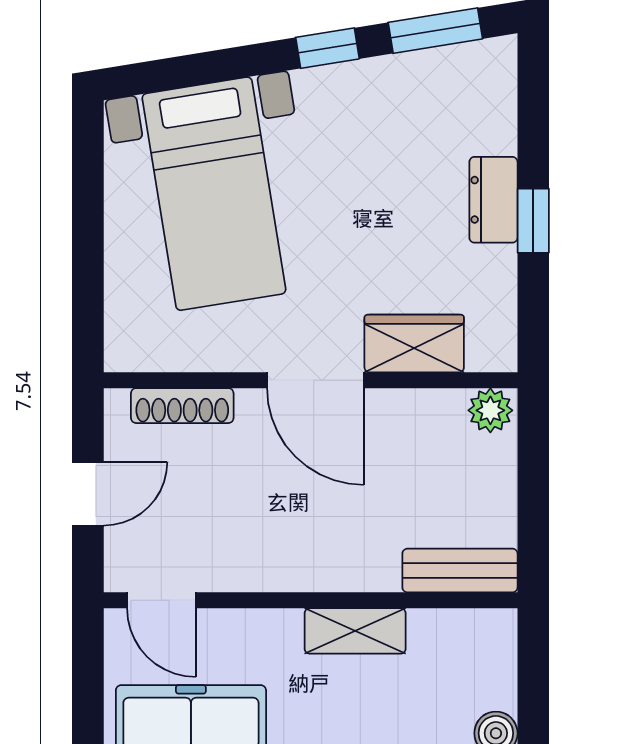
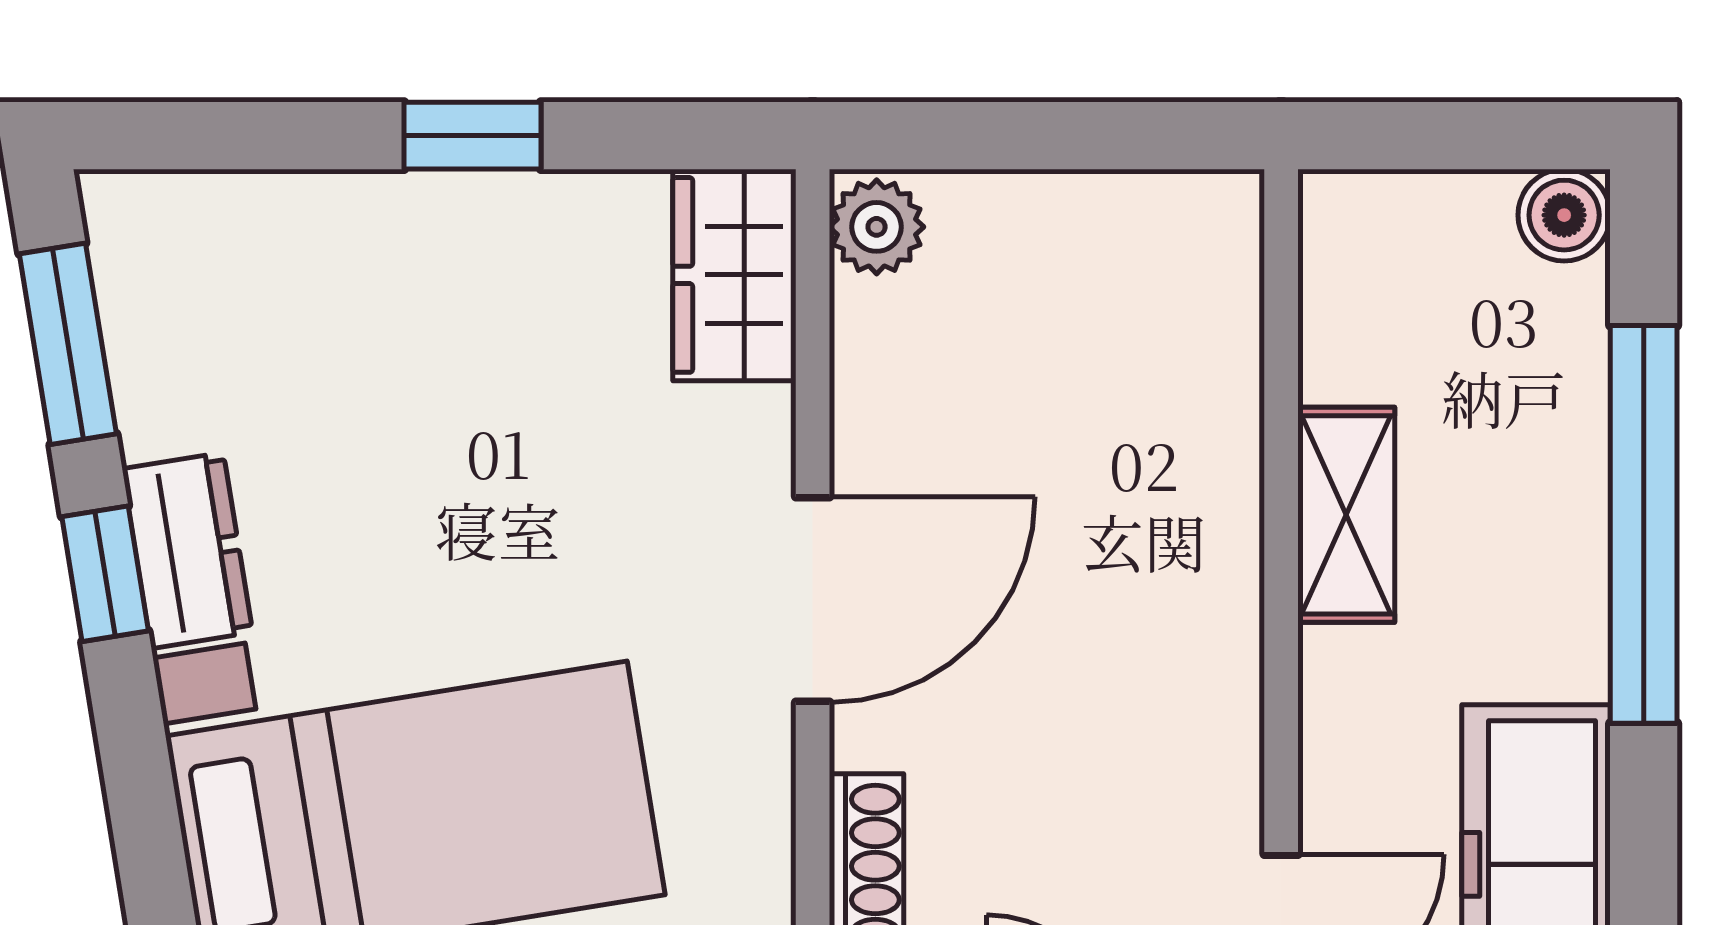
dresser: (493, 200) -> (187, 551), moved, turned -99
wardrobe: (414, 344) -> (734, 275), moved
bench: (460, 571) -> (1218, 292), removed

